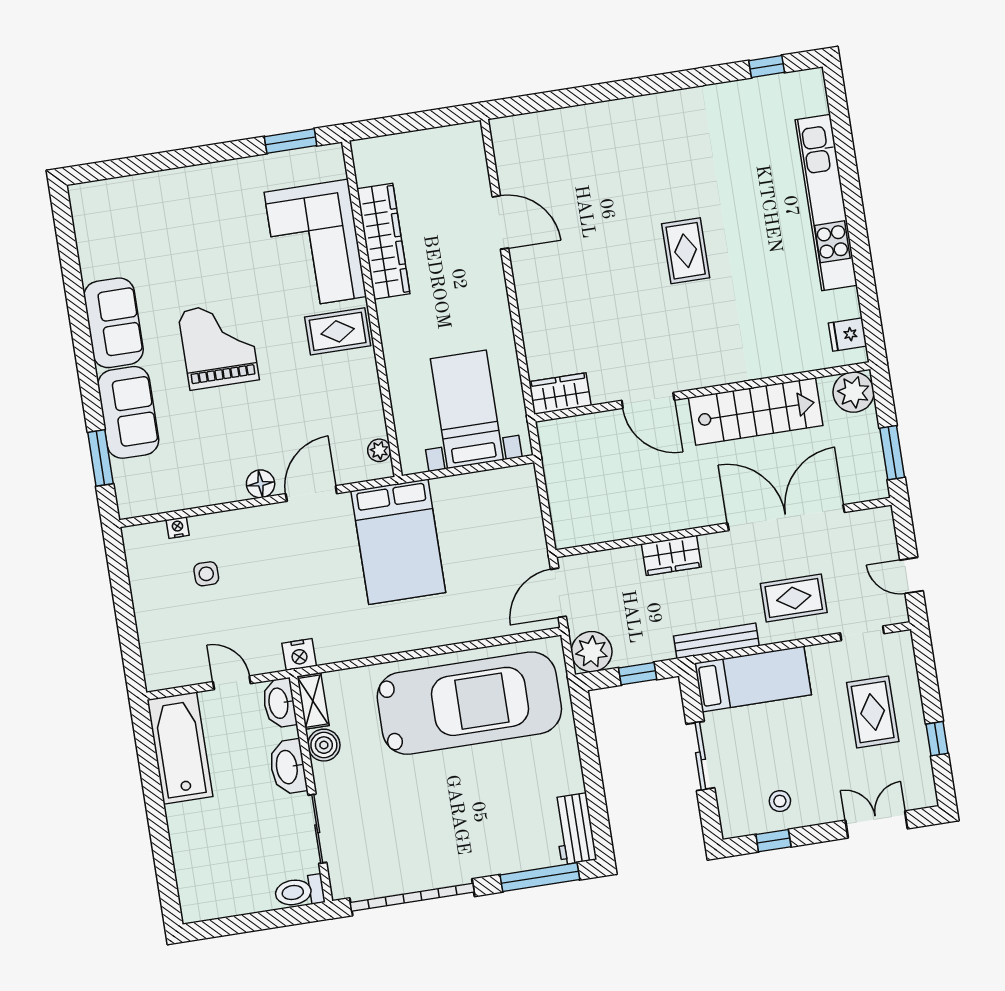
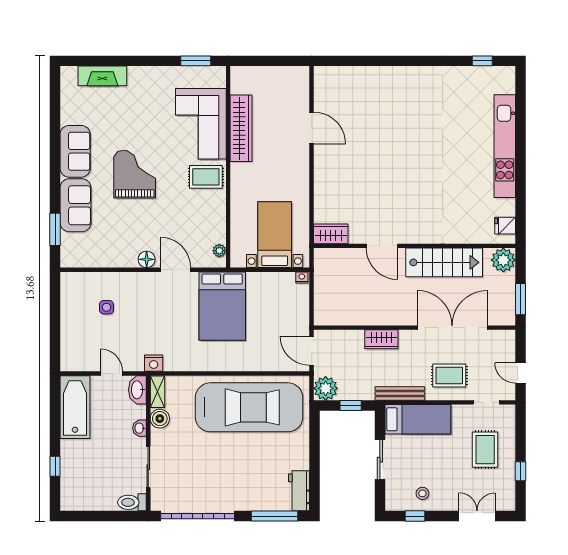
fireplace: (139, 190) -> (102, 76), added
rug: (686, 251) -> (418, 162), removed
door: (311, 494) -> (176, 270), hinge flipped
nightstand: (178, 528) -> (302, 277), moved
door: (558, 593) -> (312, 351), hinge flipped
washbasin: (288, 767) -> (140, 428), width x0.52, depth x0.69
window: (162, 852) -> (55, 466), added

